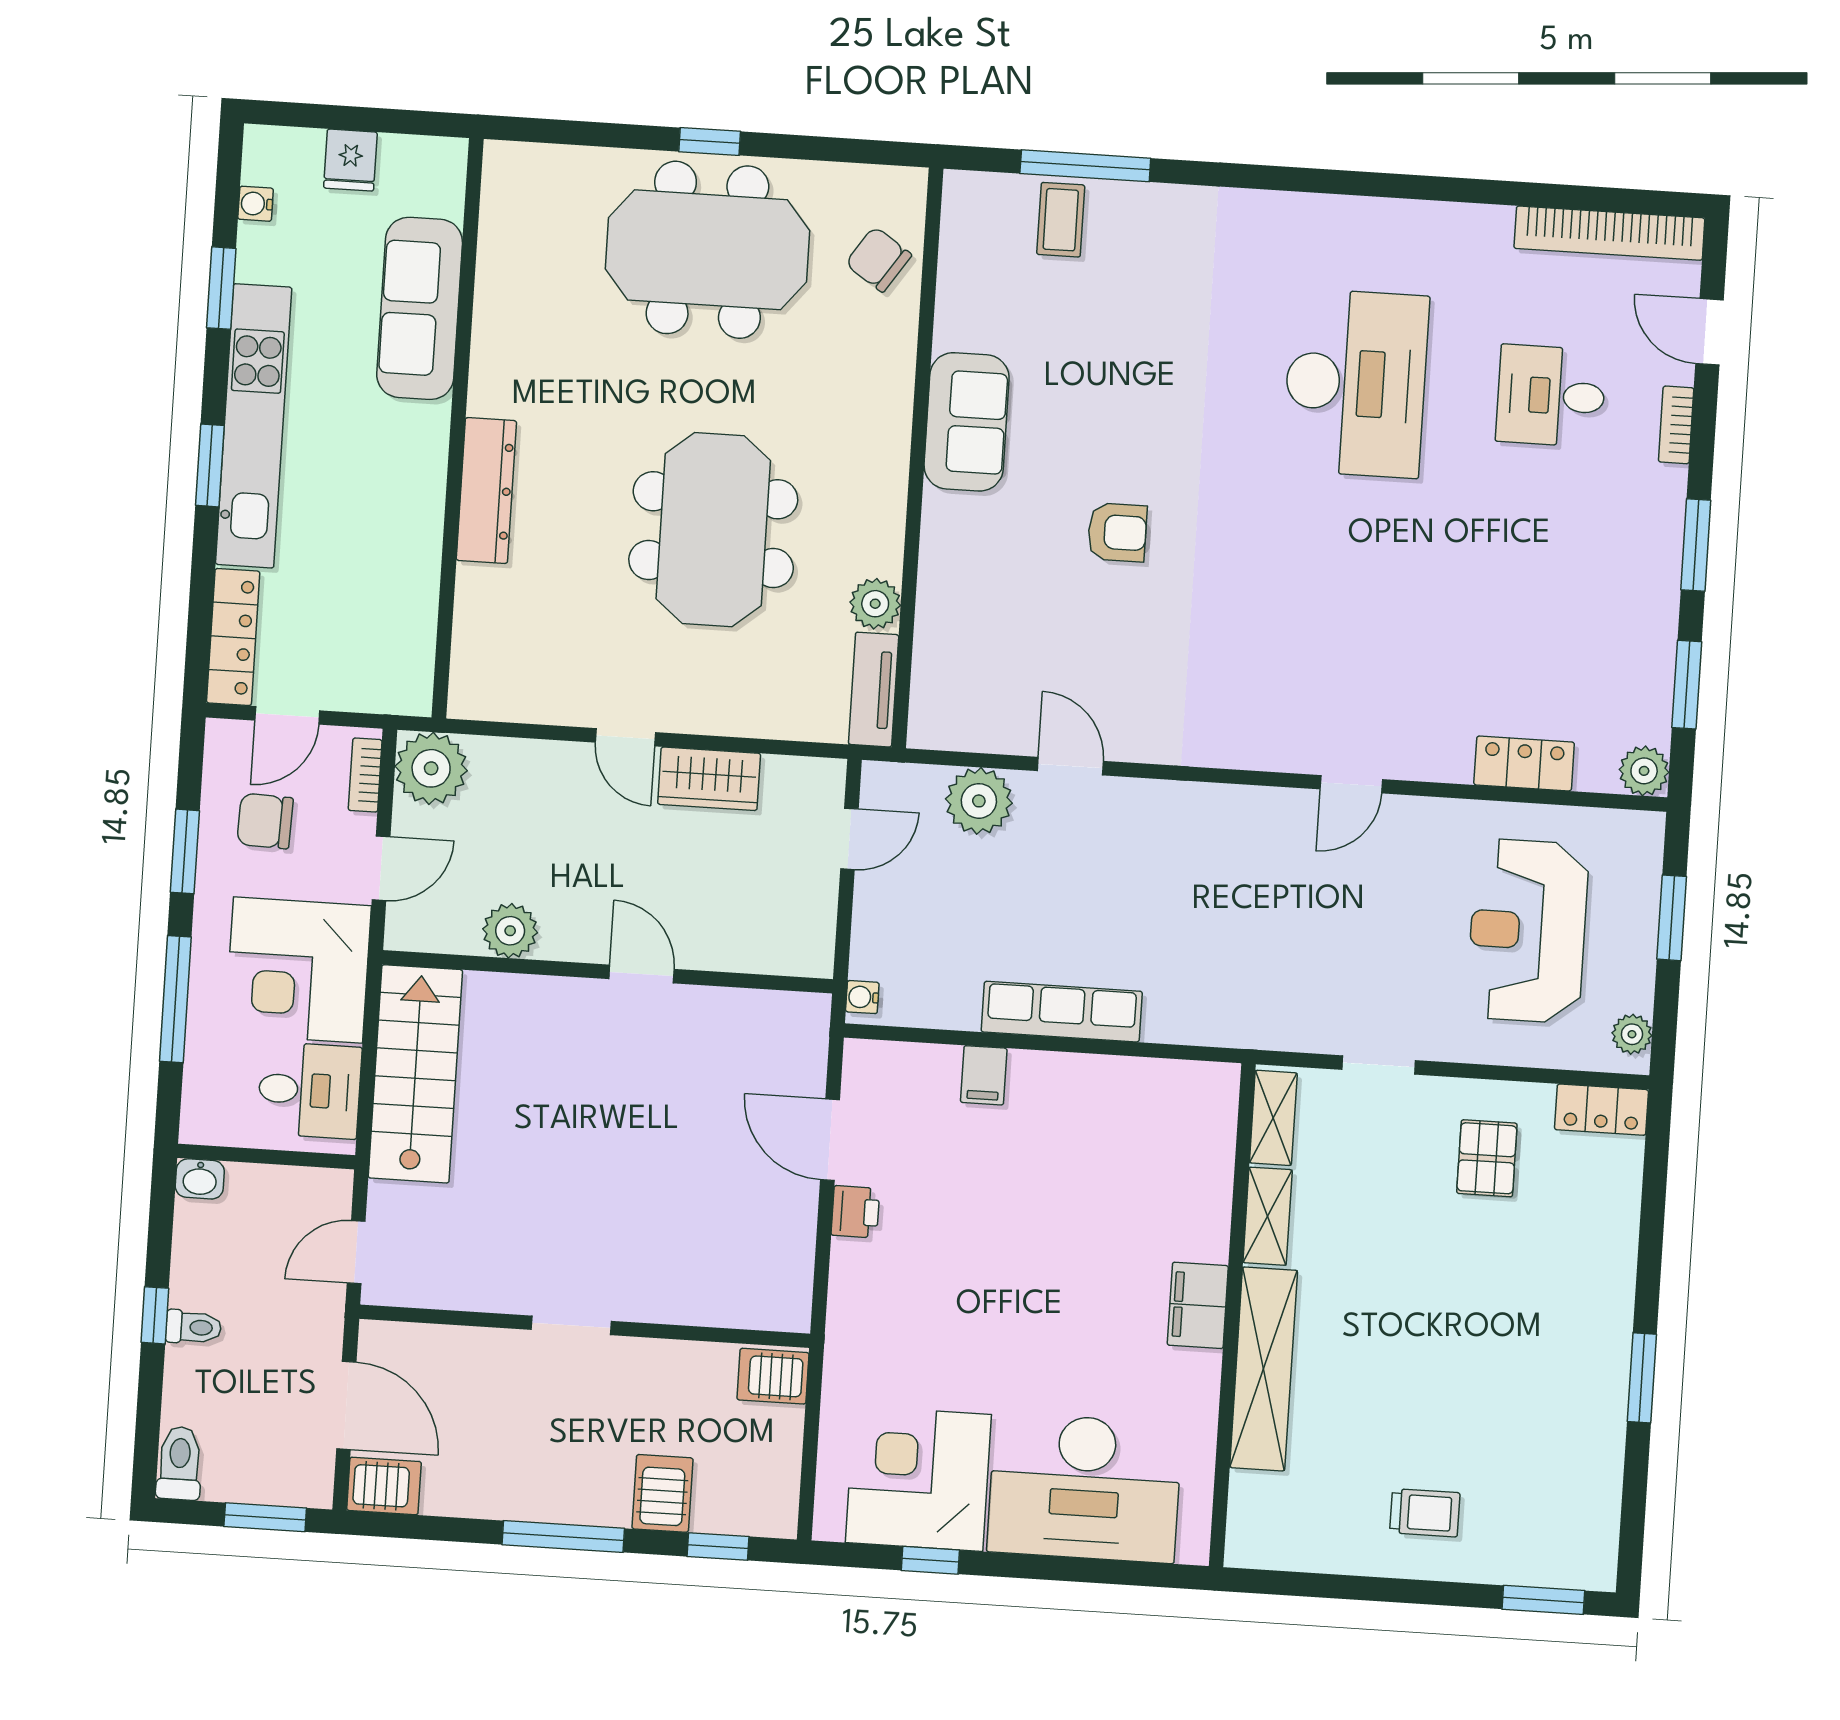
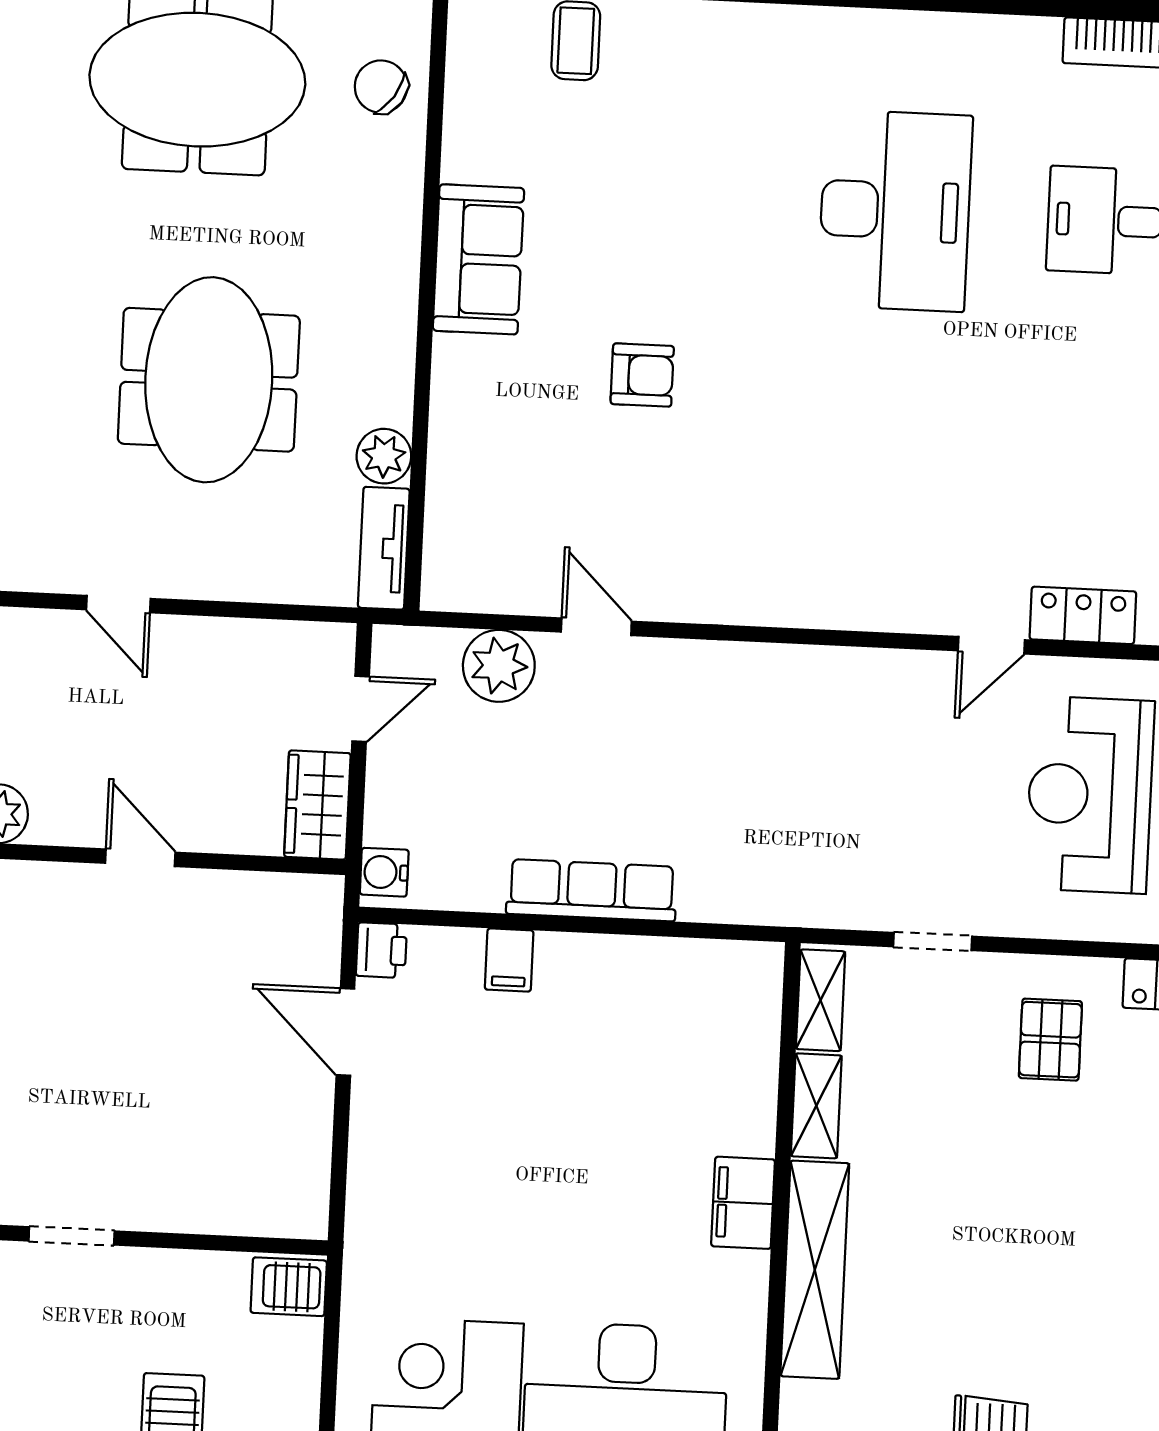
wardrobe: (709, 779) -> (317, 805), moved, turned 90
door: (1351, 784) -> (991, 645), moved
water cooler: (862, 997) -> (384, 872), width x1.38, depth x1.38
printer: (855, 1212) -> (381, 950), moved

